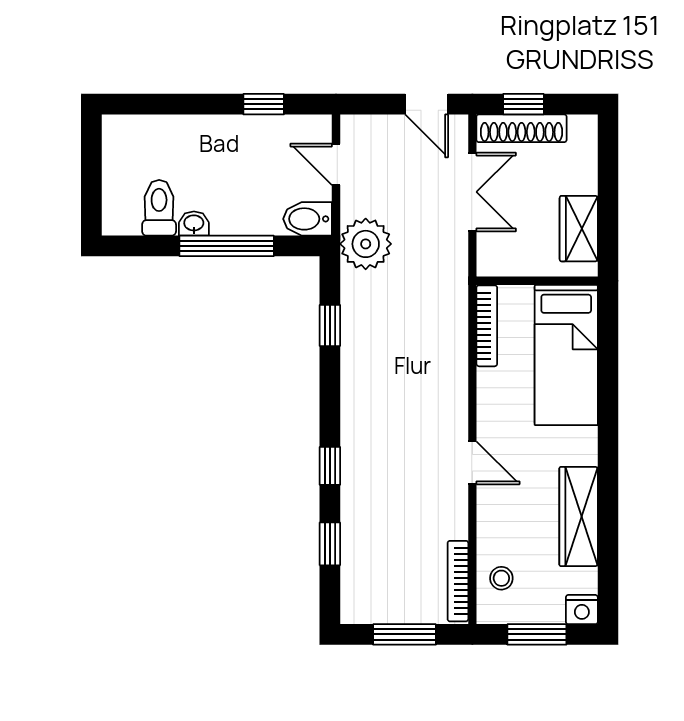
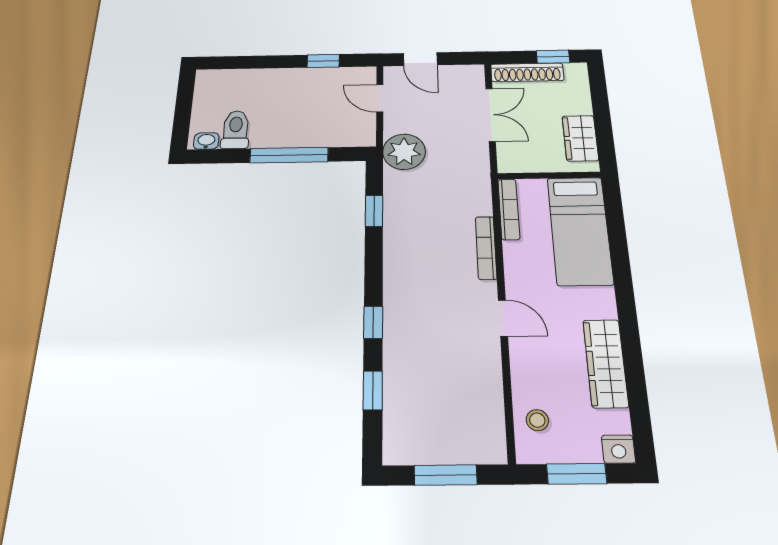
door: (427, 104) -> (420, 59), moved
window: (523, 104) -> (553, 57), moved
bidet: (308, 219) -> (356, 135), removed
washbasin: (194, 224) -> (206, 141), moved
bookcase: (458, 581) -> (486, 248), moved

